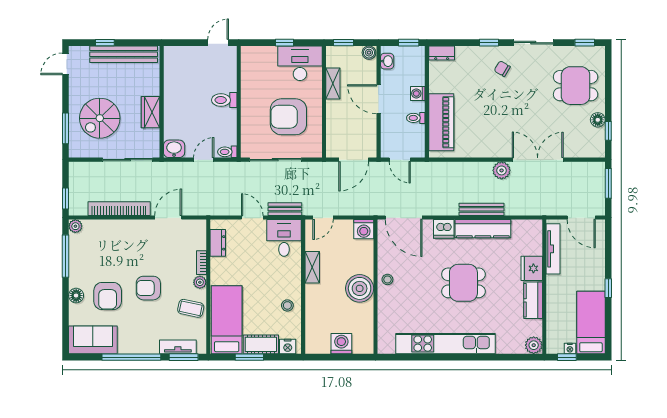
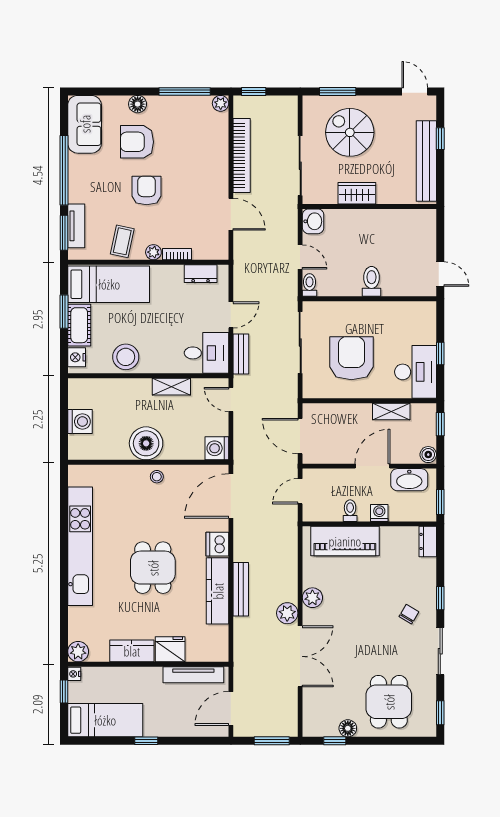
washbasin: (387, 61) -> (409, 480), width x1.91, depth x1.45
plant: (489, 149) -> (312, 598), added
stool: (287, 305) -> (126, 357), width x1.89, depth x1.89
nightstand: (570, 349) -> (74, 674), moved

